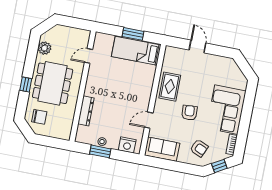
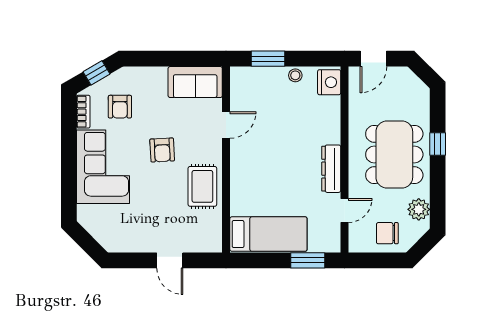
window: (133, 34) -> (308, 260), moved
dresser: (86, 111) -> (331, 169), moved
chair: (39, 117) -> (387, 233), moved
door: (54, 142) -> (373, 59), added
nightstand: (127, 145) -> (329, 82), moved, turned 90
armchair: (199, 148) -> (120, 107), moved, turned -113
window: (100, 151) -> (268, 59), moved

